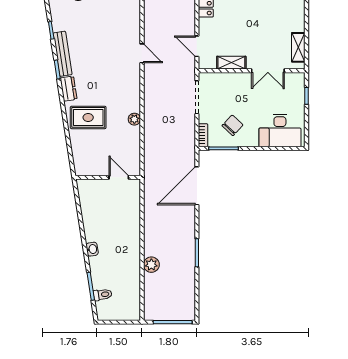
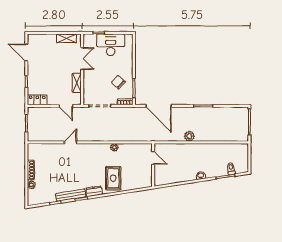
door: (197, 46) -> (66, 106), hinge flipped
desk: (280, 130) -> (111, 45), moved, turned -90
door: (119, 177) -> (153, 158), swing flipped
plant: (151, 265) -> (189, 136), moved

